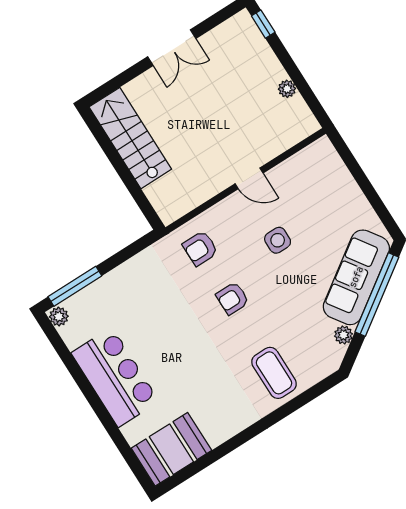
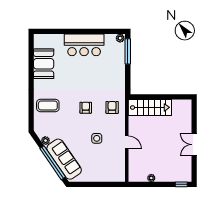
stairs: (130, 138) -> (150, 107), moved
door: (249, 178) -> (127, 142), swing flipped
booth: (171, 449) -> (44, 64), moved

